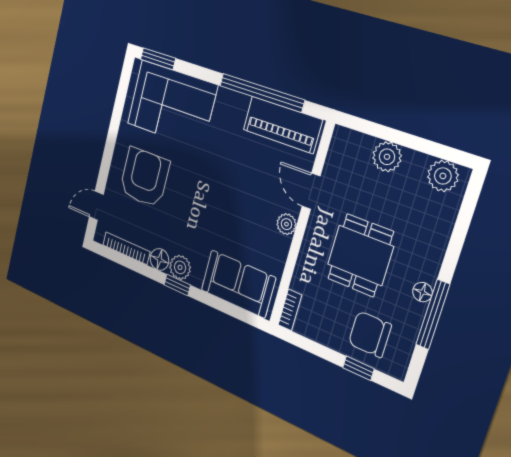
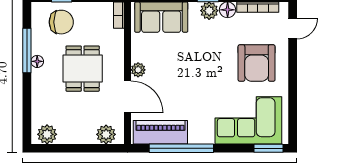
plant: (387, 157) -> (106, 134), moved
door: (311, 191) -> (128, 97), width x1.38

